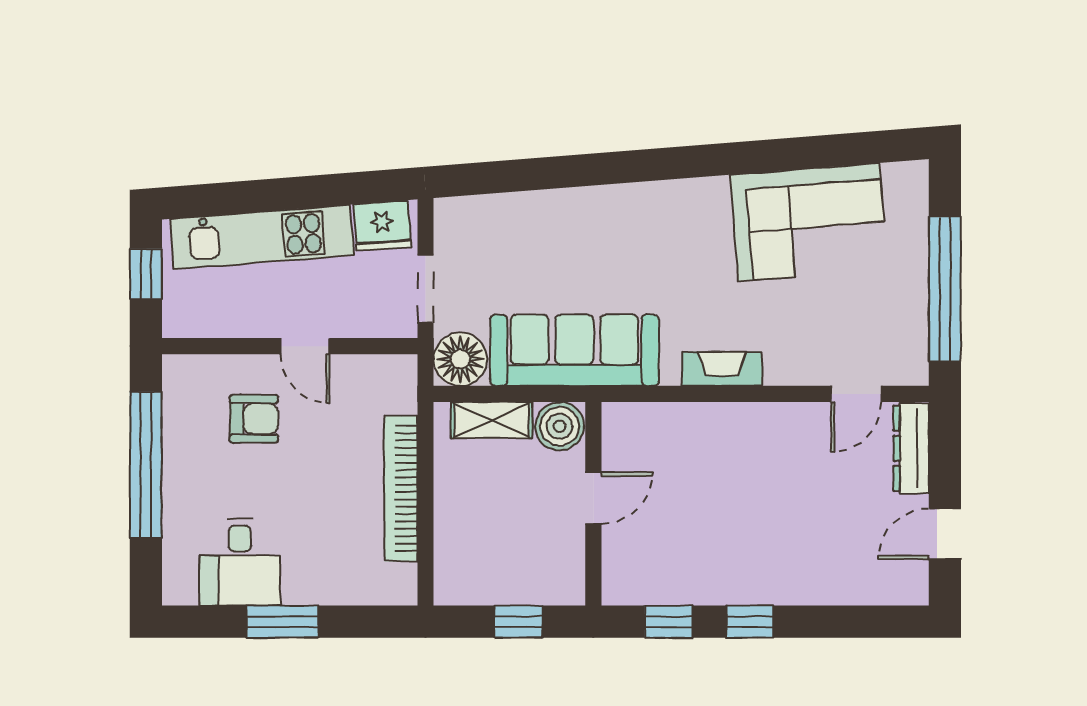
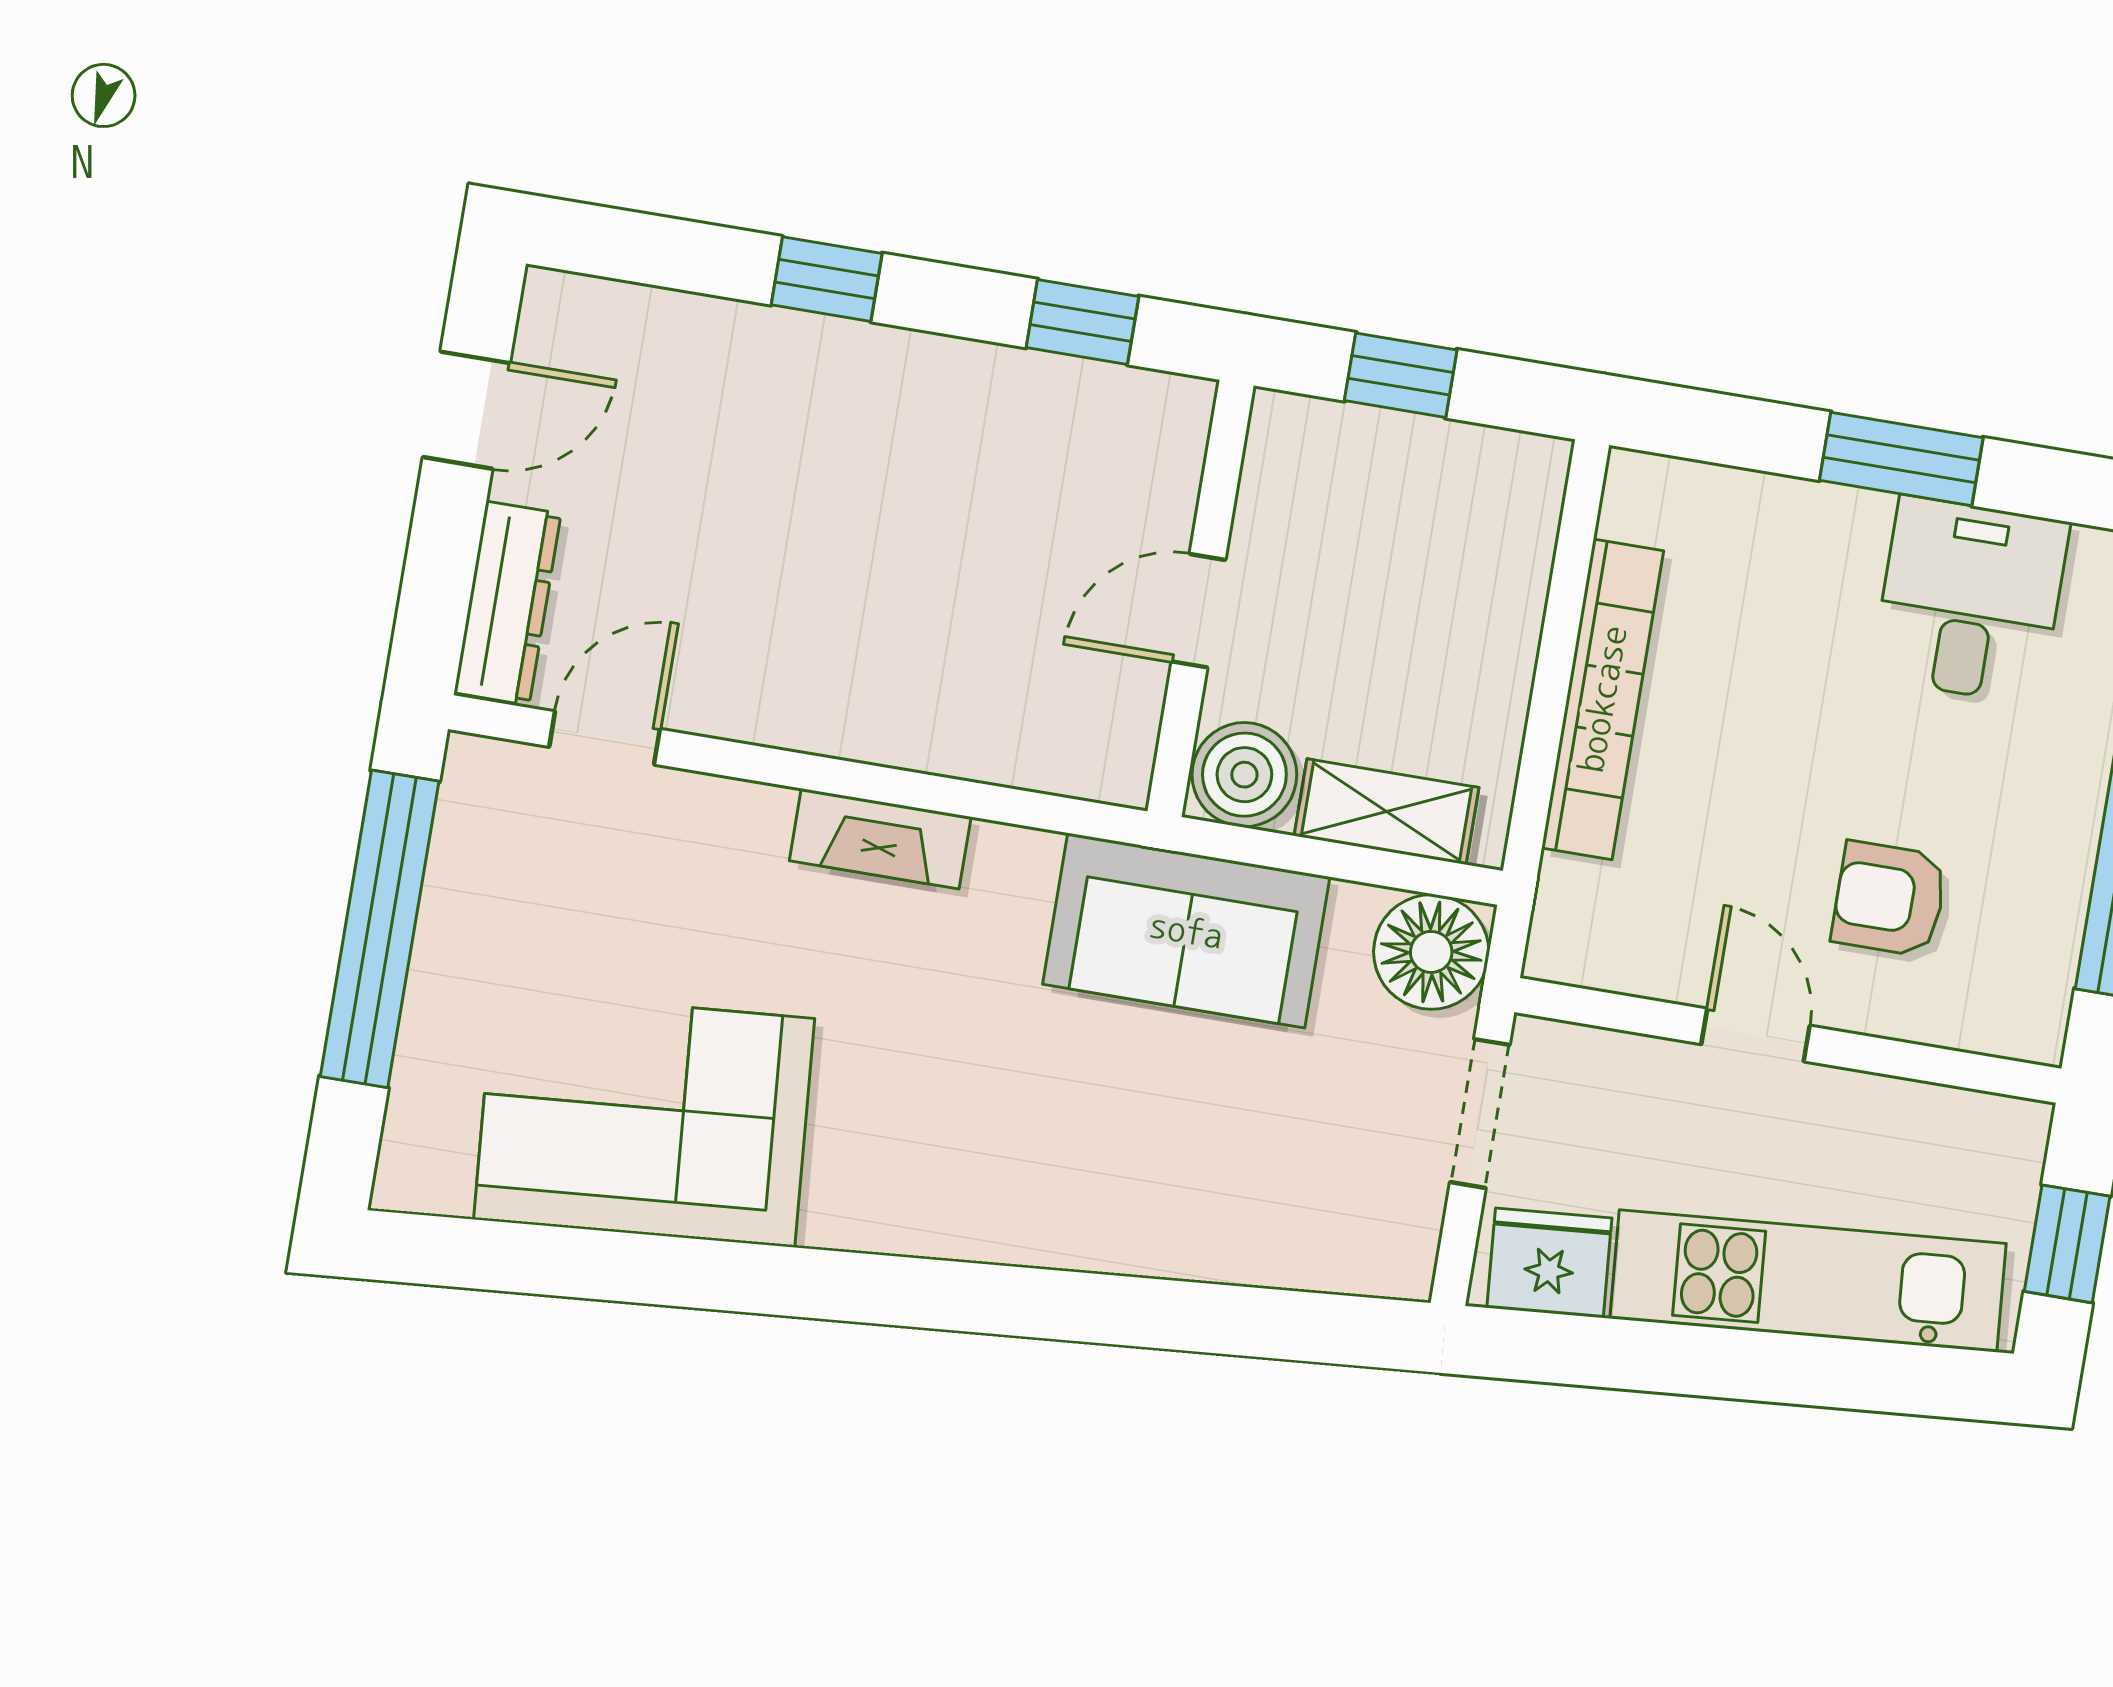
sofa: (574, 350) -> (1186, 931), width x0.73
window: (750, 622) -> (827, 279), moved

